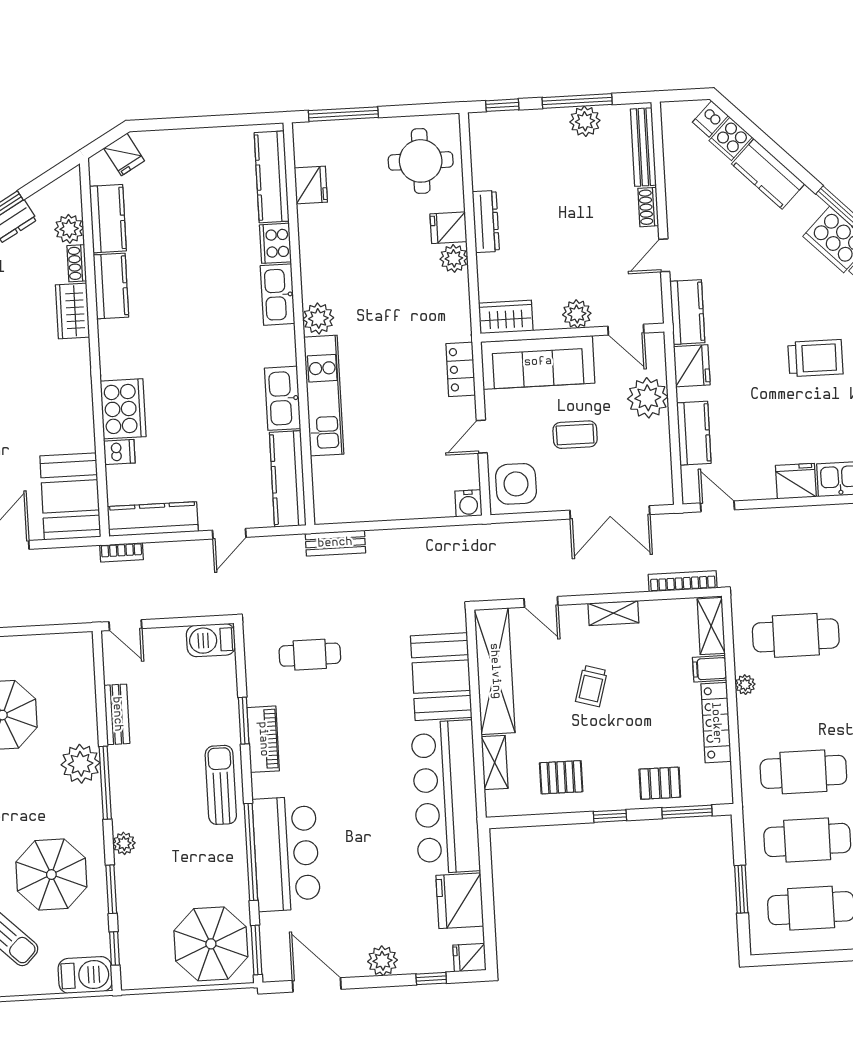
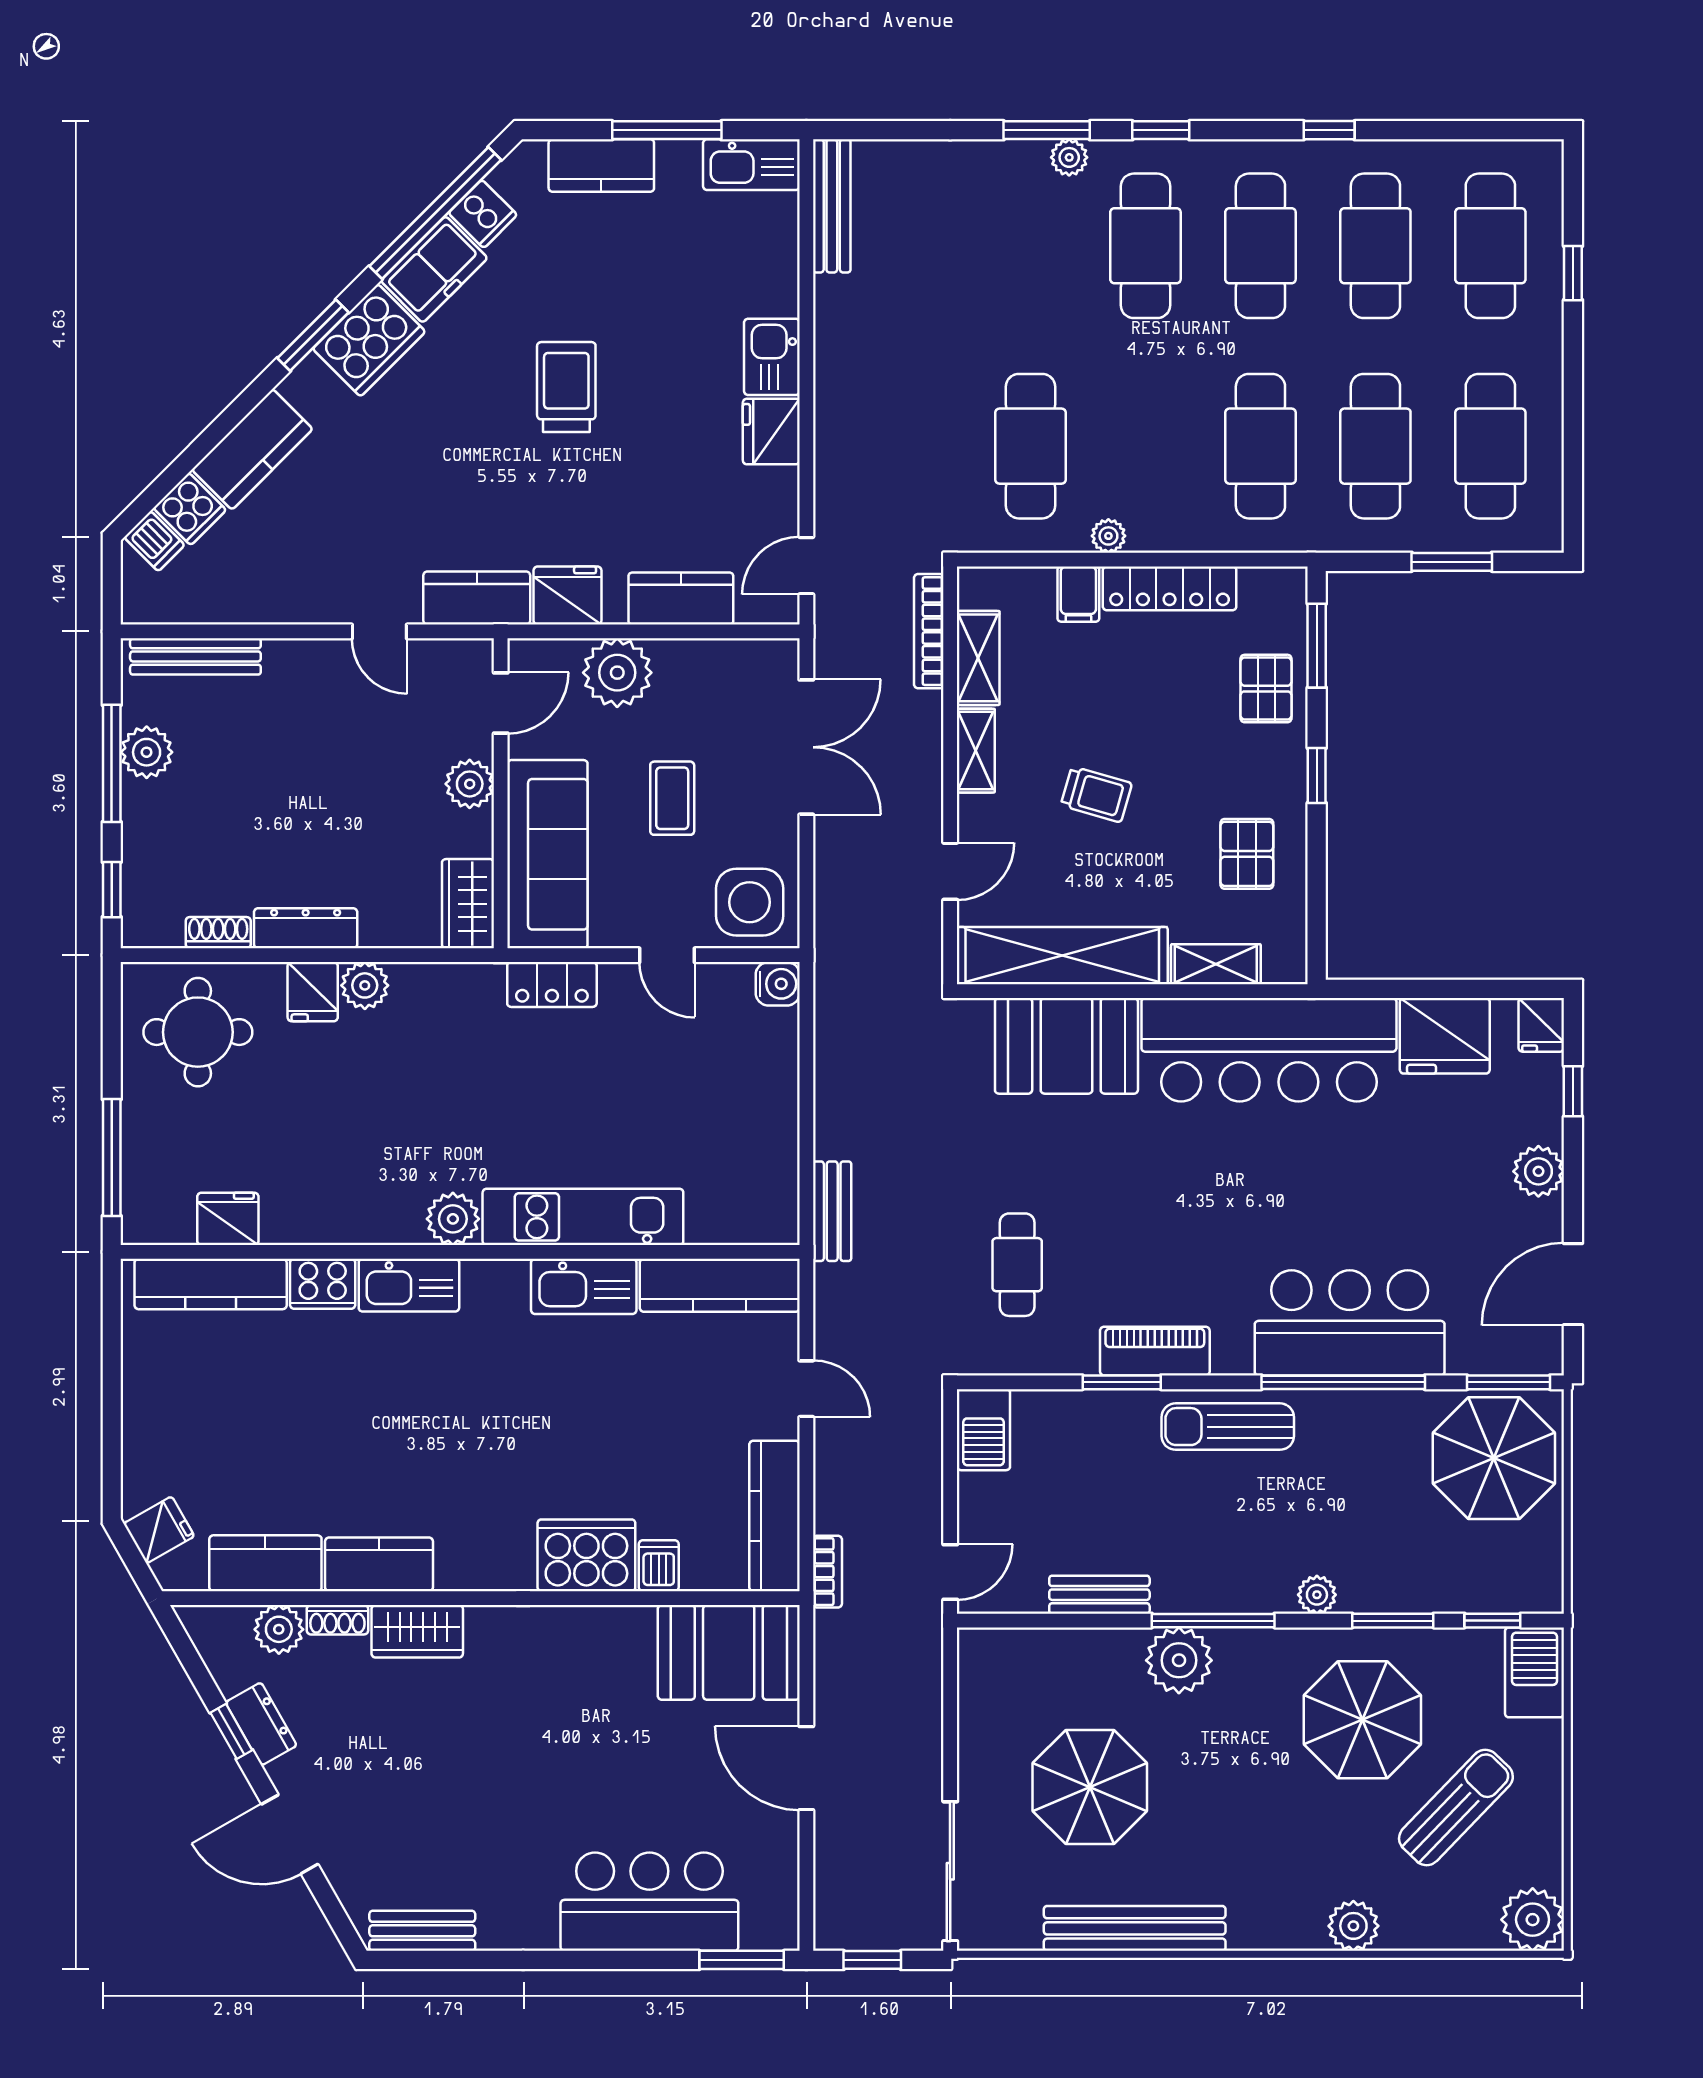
shoe rack: (648, 207) -> (218, 933), moved, turned 180
shelving: (711, 626) -> (978, 658), moved, turned 90

